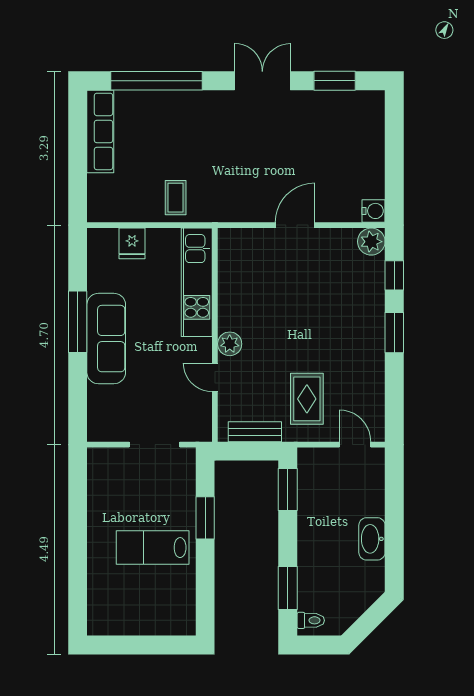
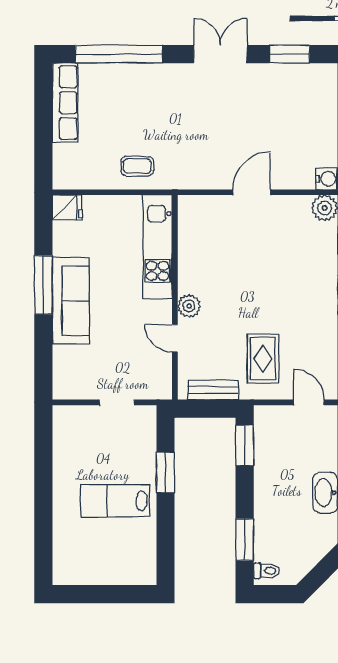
coffee table: (176, 198) -> (137, 166), turned 90
fridge: (132, 243) -> (67, 207), moved, turned -90
doorway: (155, 445) -> (117, 402), width x0.73

